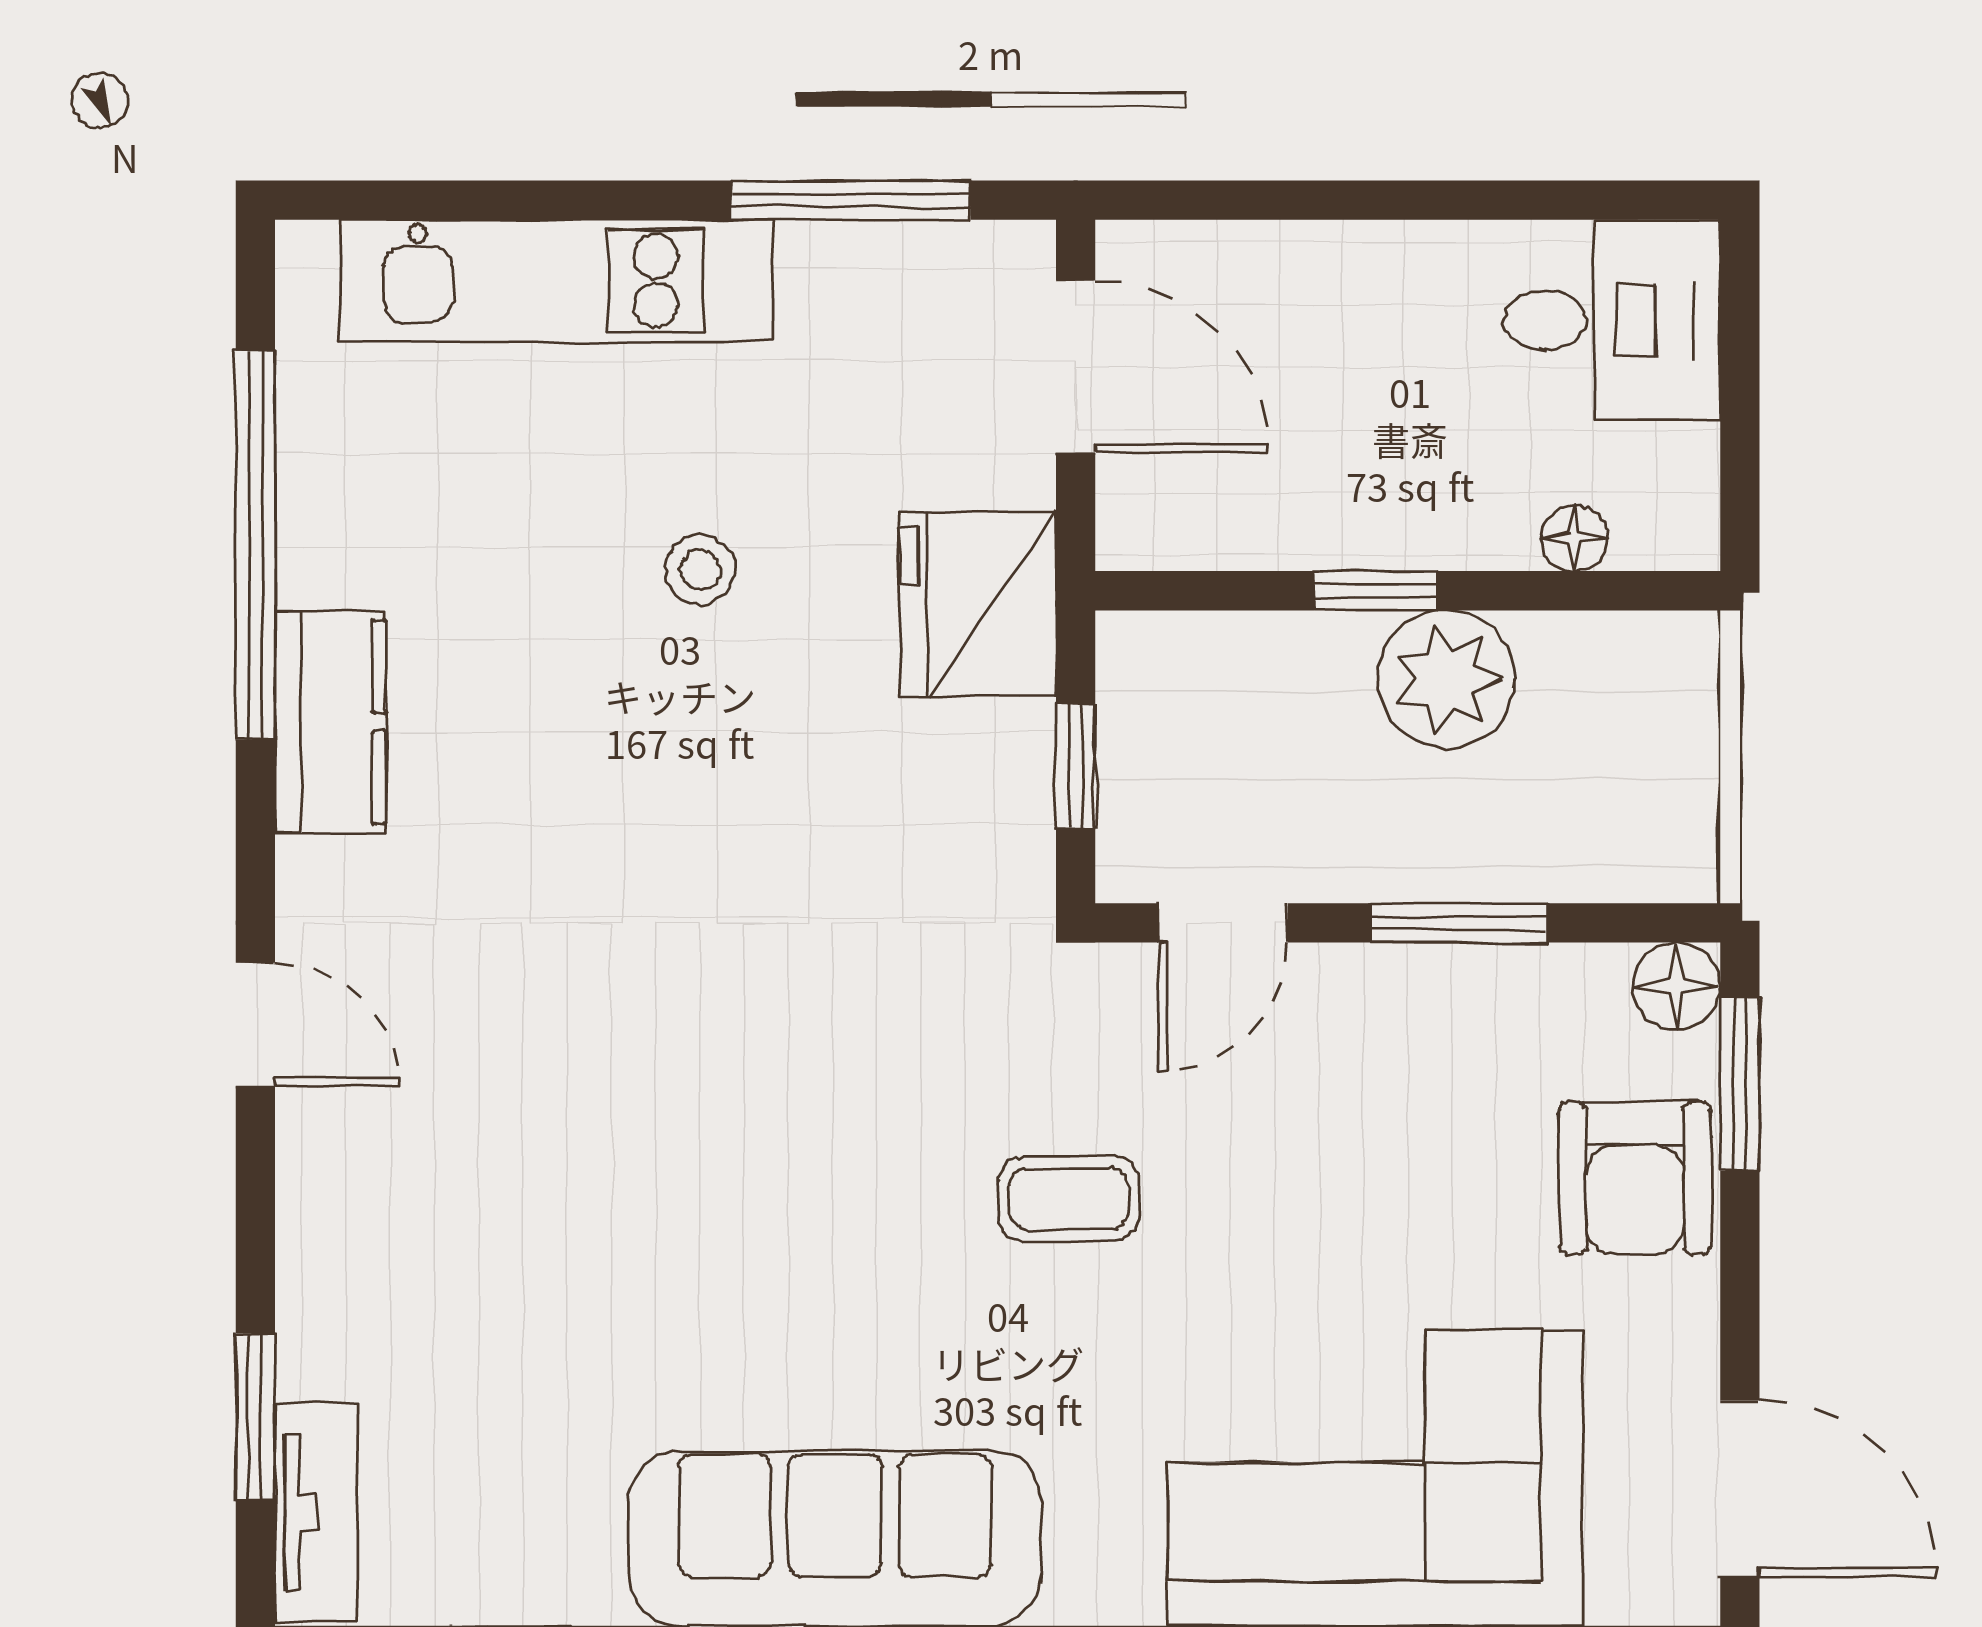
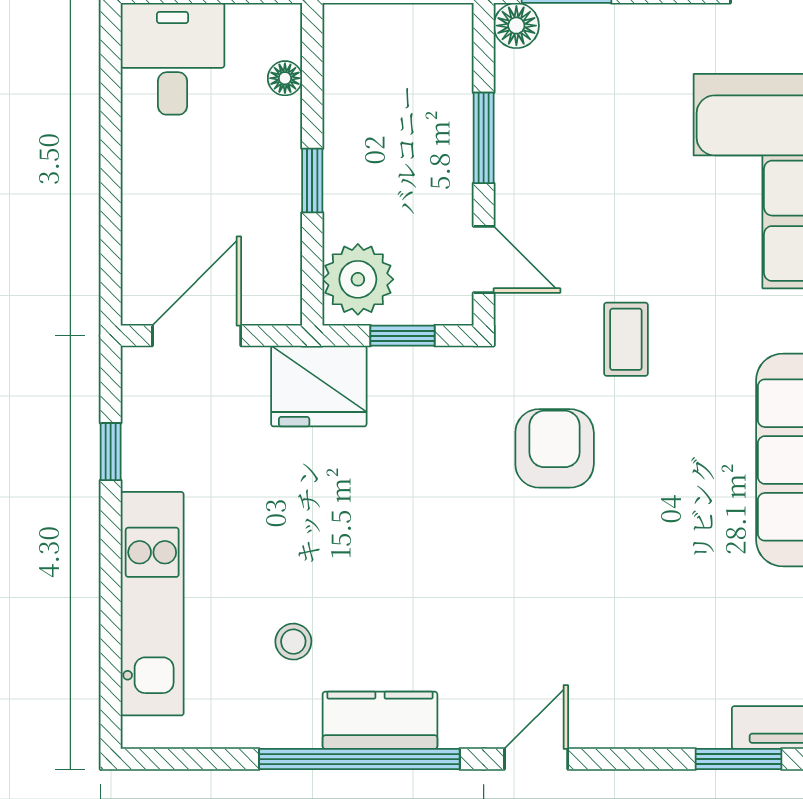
window: (851, 200) -> (111, 452), width x0.46
window: (255, 545) -> (359, 759), moved
stool: (700, 569) -> (293, 642), moved
plant: (1446, 679) -> (358, 279), moved
armchair: (1635, 1178) -> (555, 448), moved, turned -90

